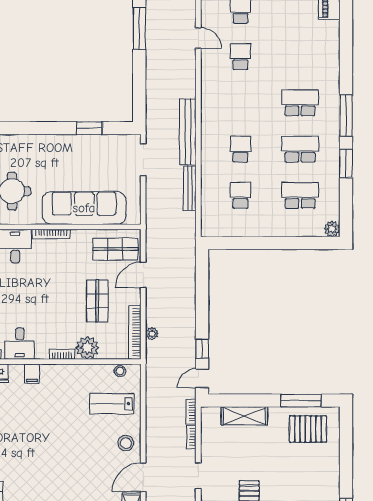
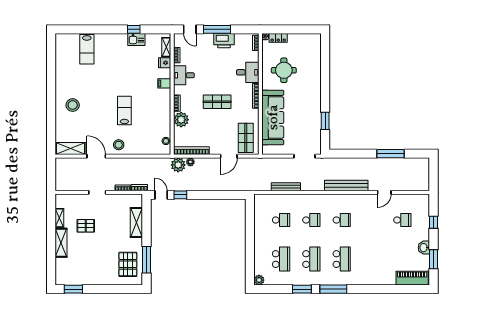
school desk: (240, 57) -> (342, 220), moved
bench: (188, 132) -> (346, 185), moved
door: (143, 275) -> (229, 156), swing flipped
shop shelf: (97, 301) -> (217, 102), moved
plant: (156, 352) -> (178, 165), added
lab bench: (112, 404) -> (124, 111), moved

